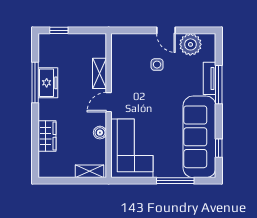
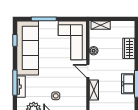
door: (109, 102) -> (88, 71), swing flipped

